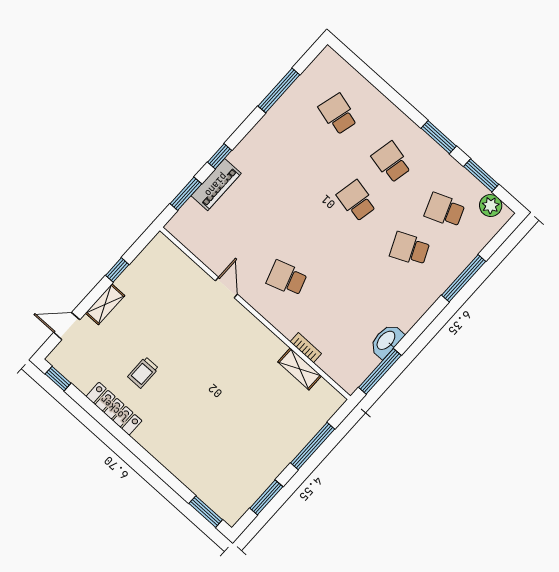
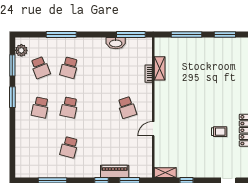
school desk: (338, 114) -> (69, 147), moved
school desk: (410, 249) -> (69, 68), turned 39
shelving: (105, 304) -> (165, 173), moved

